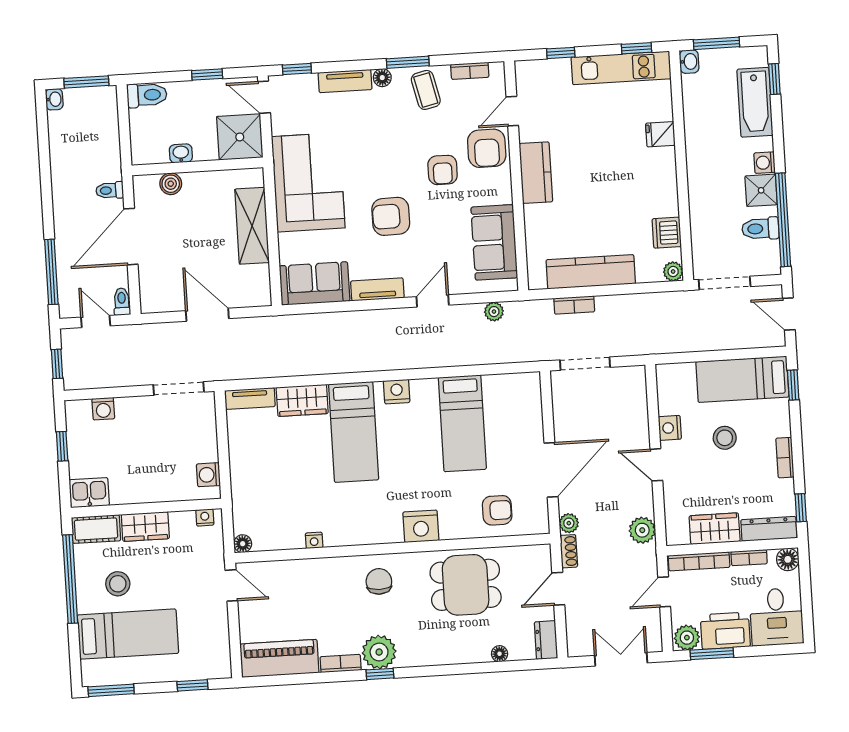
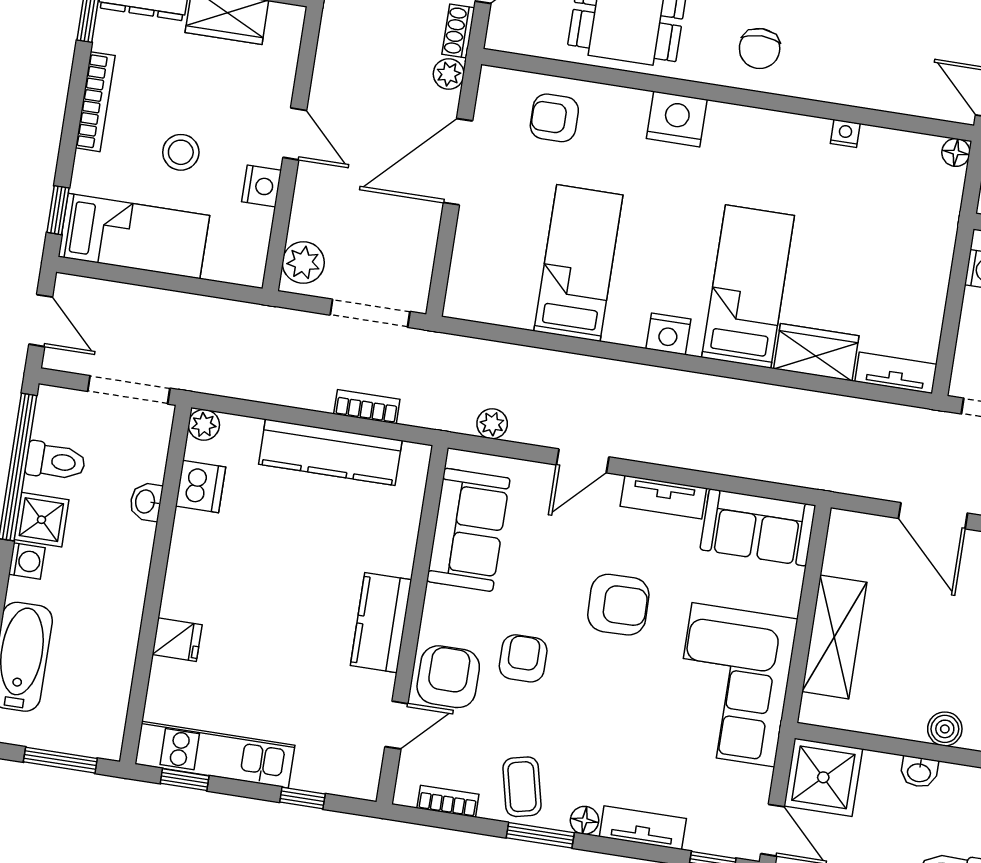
washbasin: (689, 62) -> (146, 502), moved
bookcase: (785, 458) -> (95, 102), width x1.56
plant: (642, 530) -> (303, 263), moved

